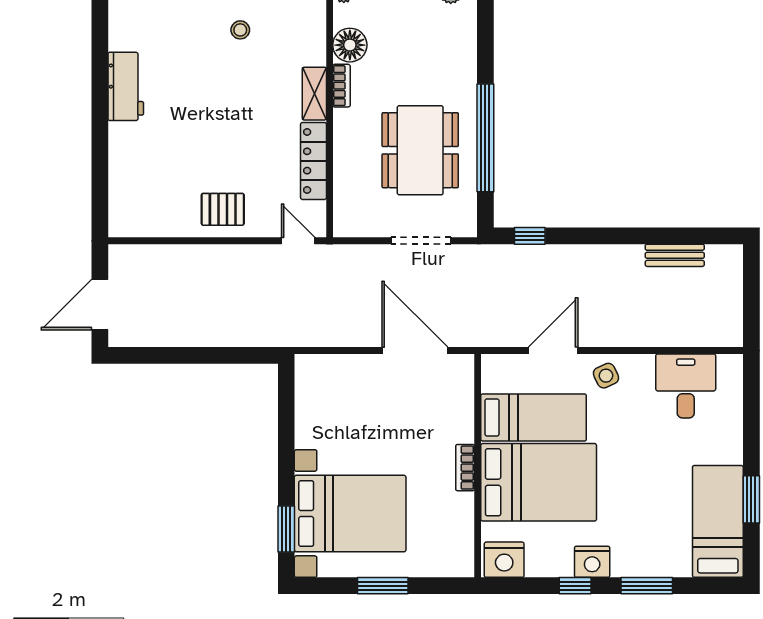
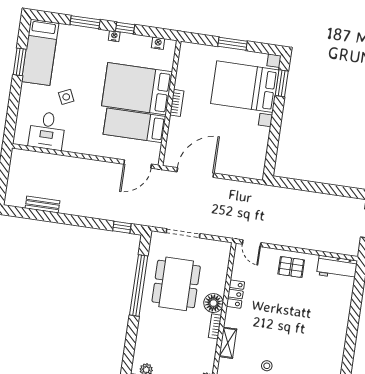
floor lamp: (350, 45) -> (213, 303), moved
workbench: (126, 86) -> (337, 268), moved, turned -90
shelving: (314, 94) -> (228, 343), moved
locker: (313, 161) -> (235, 294), width x0.66
door: (415, 350) -> (195, 173), swing flipped
door: (553, 350) -> (138, 164), moved
side table: (606, 376) -> (66, 97), moved
nightstand: (504, 560) -> (158, 43), width x0.53, depth x0.56
nightstand: (592, 562) -> (114, 36), width x0.53, depth x0.56

